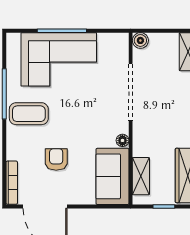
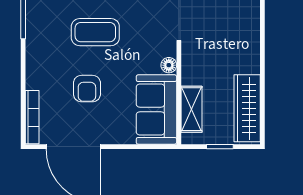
coffee table: (29, 114) -> (95, 32), moved
armchair: (56, 159) -> (87, 89), turned 180

